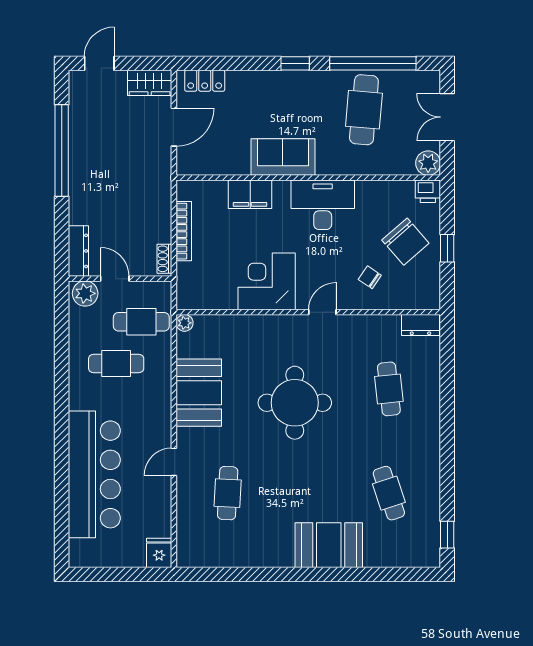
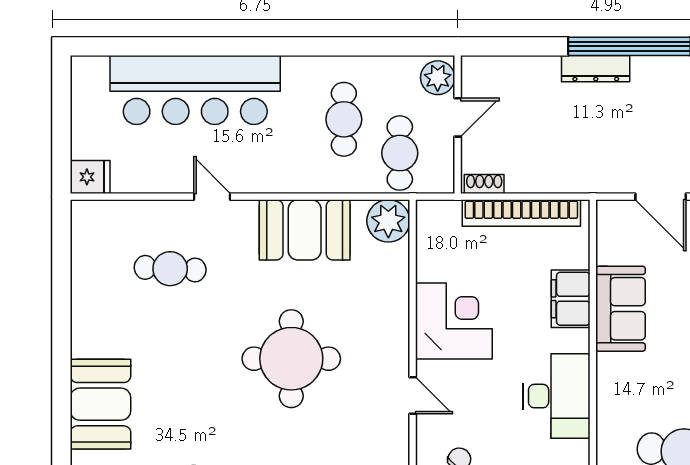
sofa: (283, 157) -> (620, 309), moved
bookcase: (184, 231) -> (521, 213), width x1.48, depth x1.31
dresser: (78, 251) -> (596, 69), moved
plant: (185, 323) -> (388, 221), width x1.88, depth x1.88

